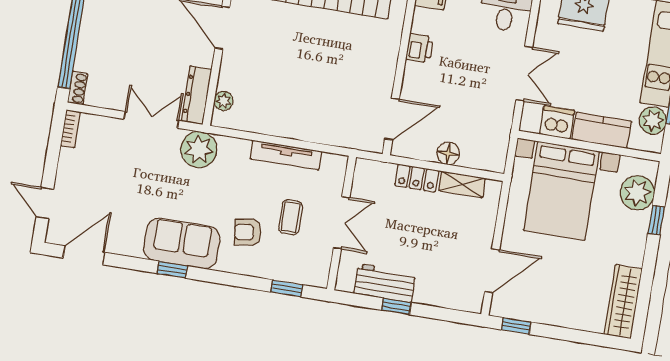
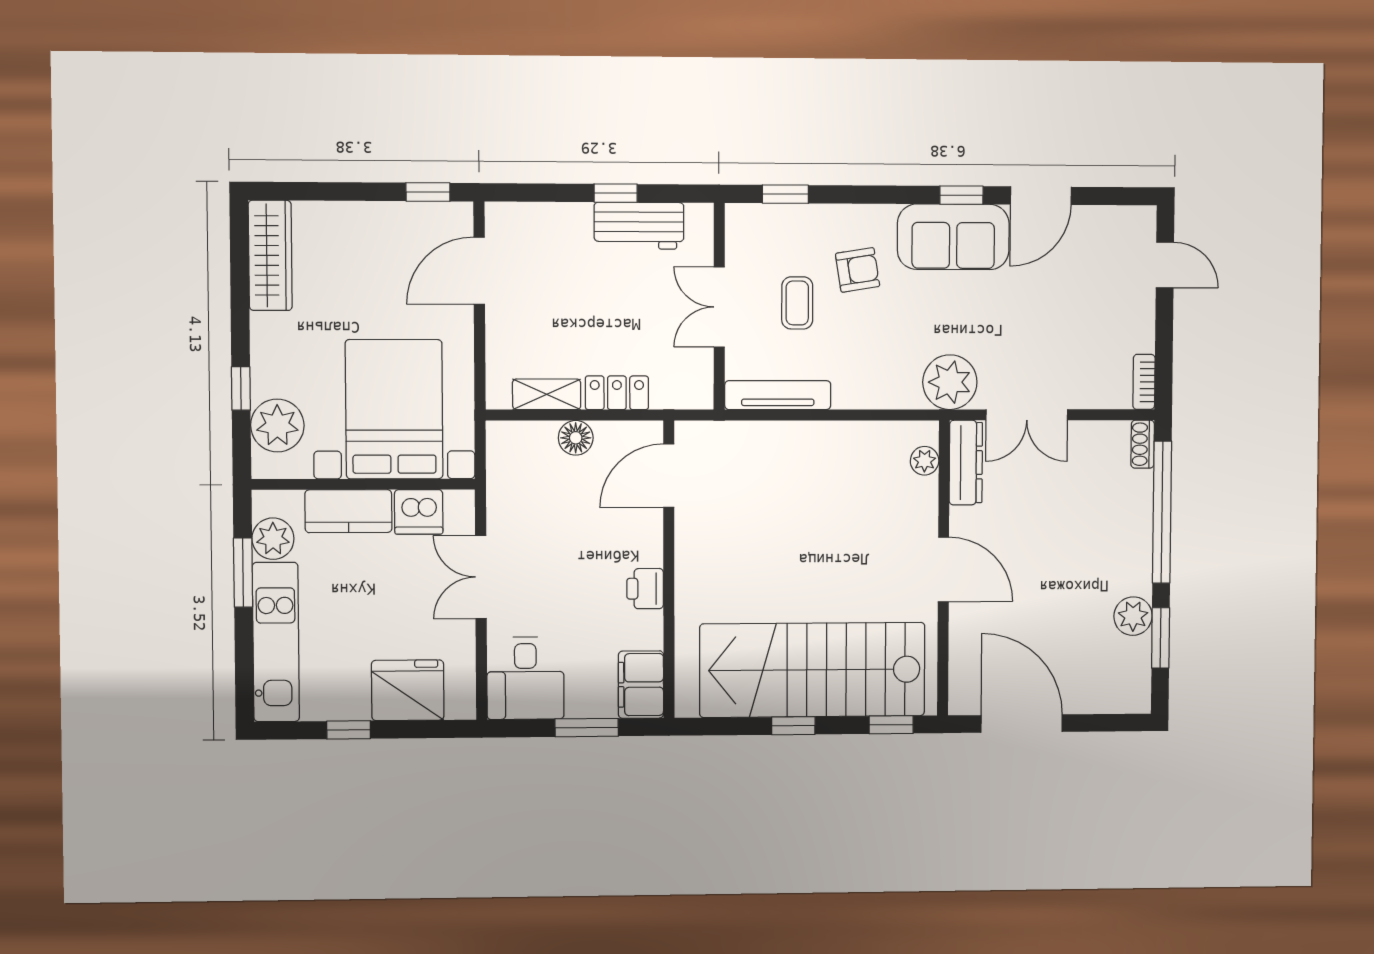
tv unit: (286, 155) -> (778, 395), moved
door: (84, 255) -> (1041, 196), moved

